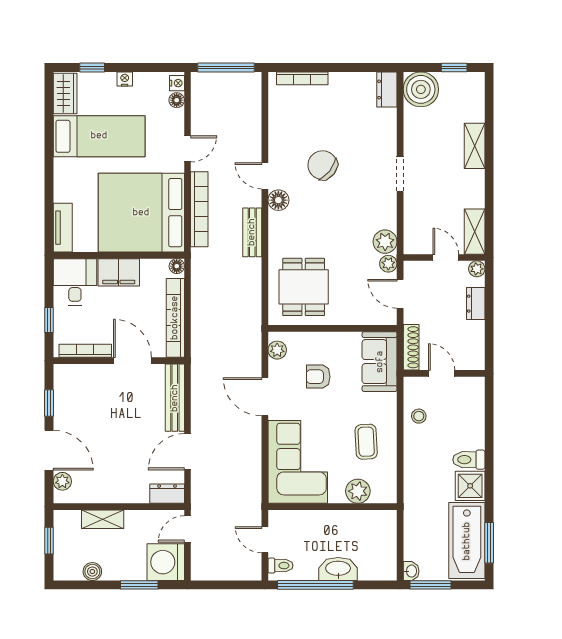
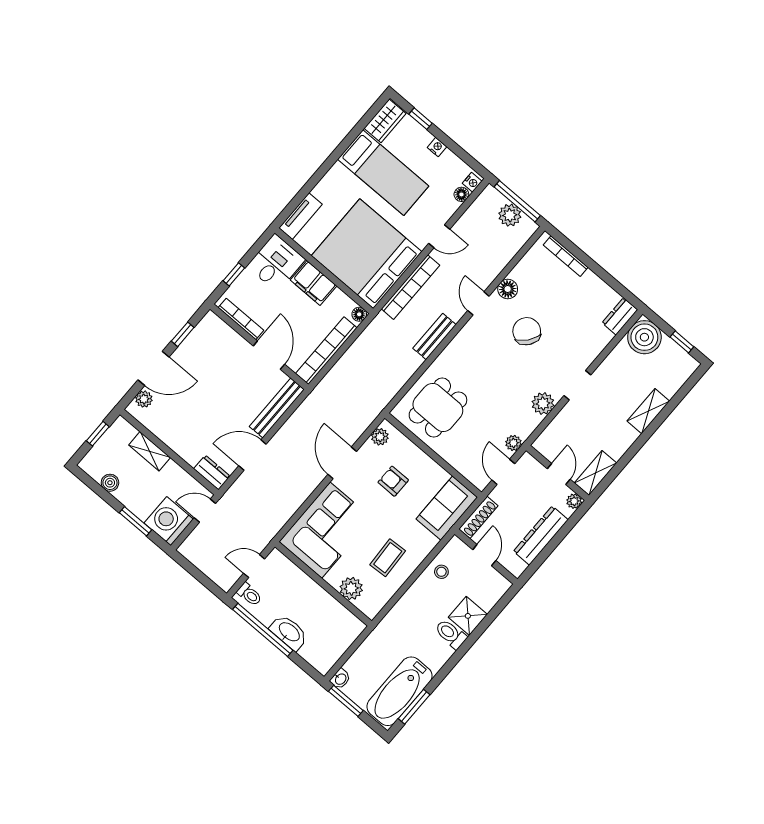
plant: (230, 84) -> (510, 215), added
floor lamp: (278, 200) -> (508, 289), moved
plant: (385, 242) -> (543, 404), moved
dresser: (476, 304) -> (541, 536), width x1.96, depth x1.24
door: (49, 450) -> (154, 368), hinge flipped
shower: (470, 486) -> (468, 616), moved
door: (265, 540) -> (254, 566), hinge flipped

